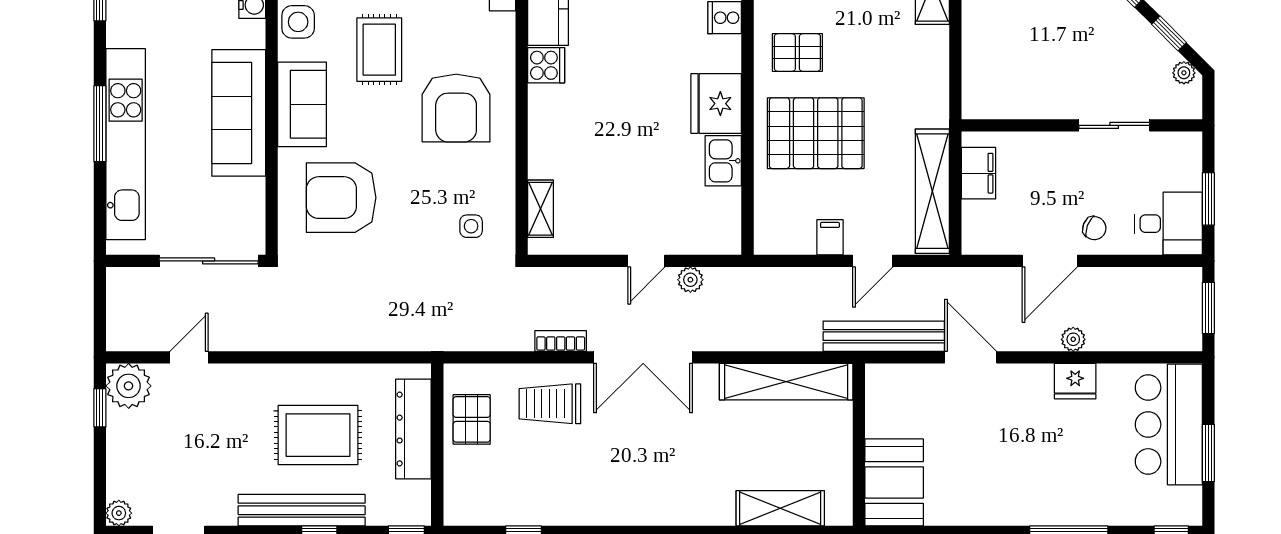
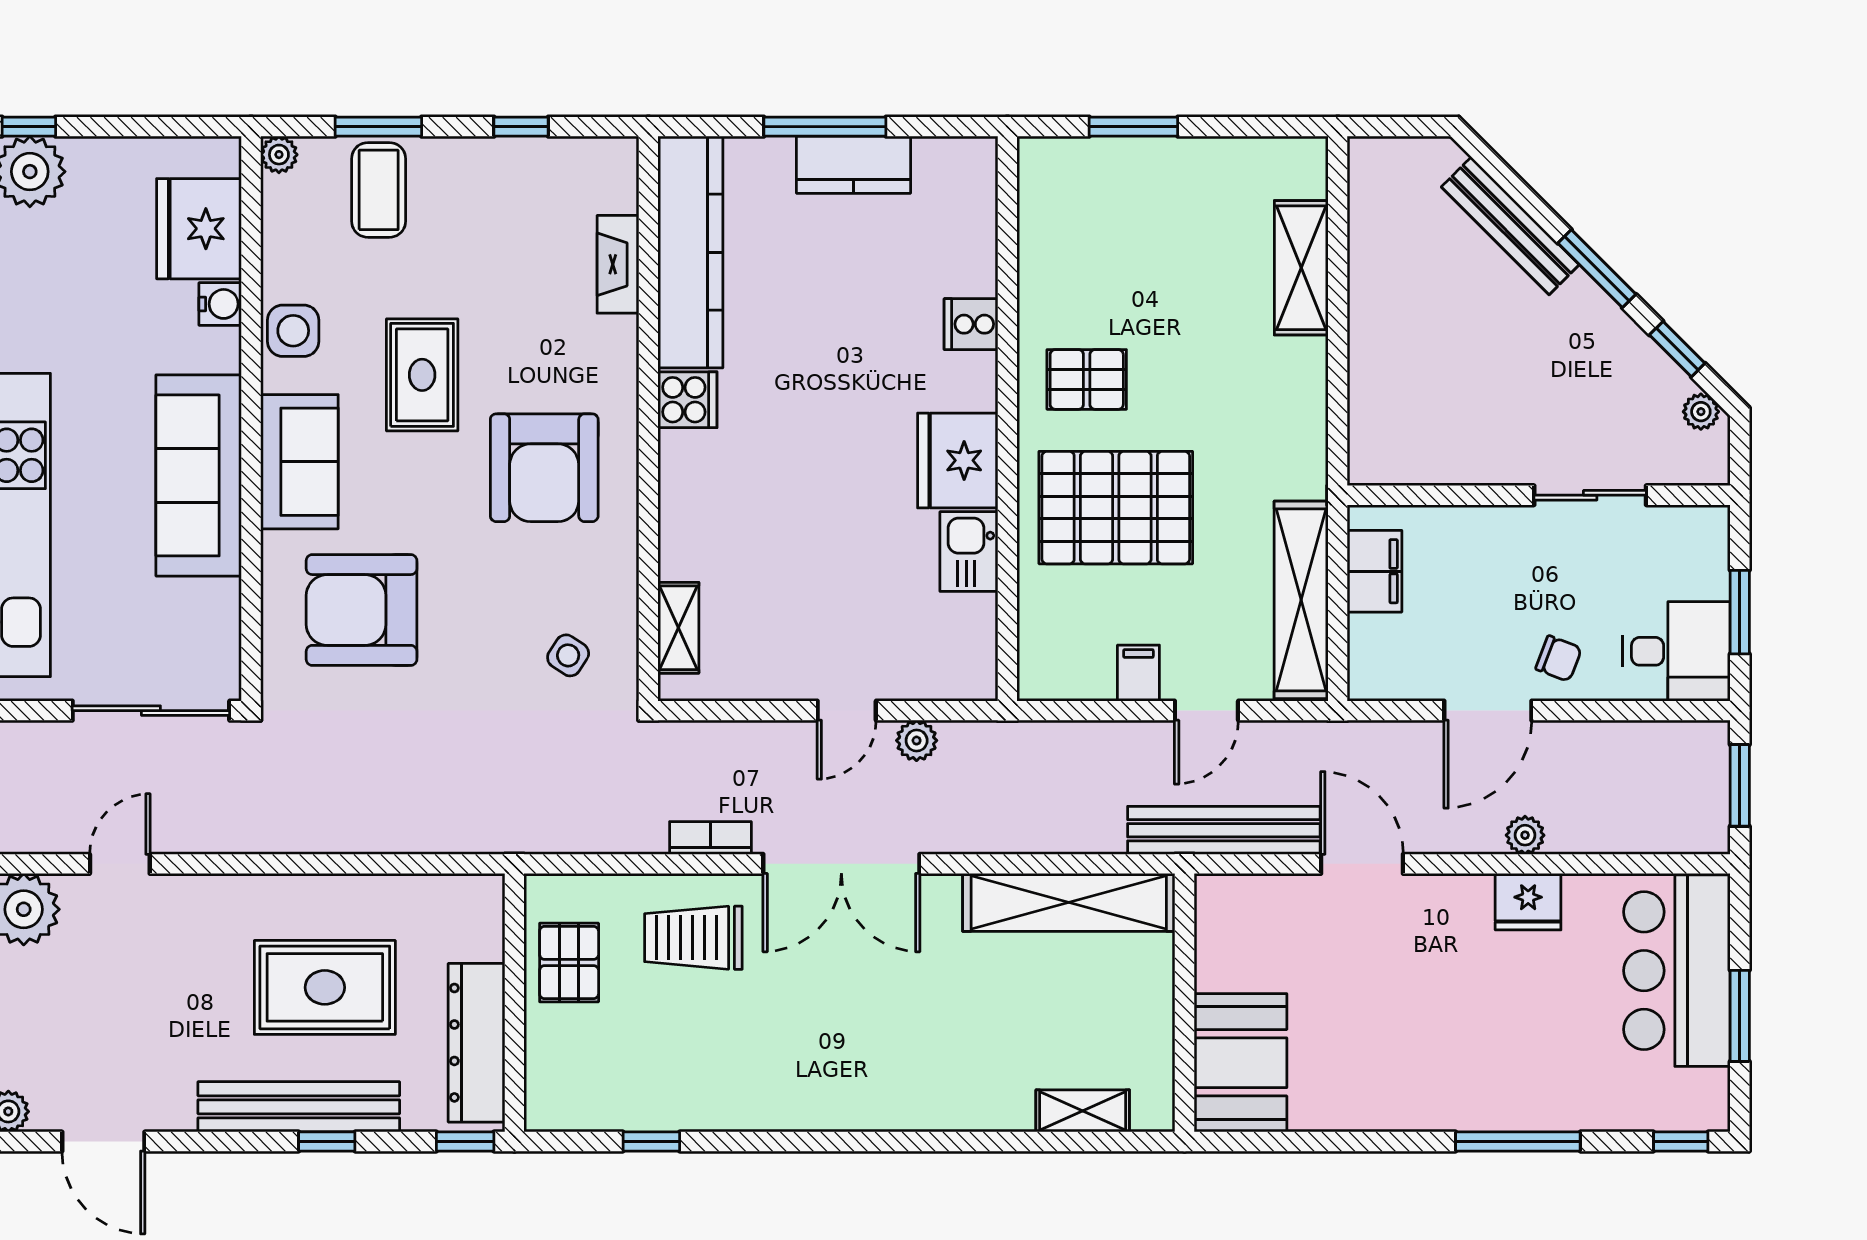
side table: (471, 226) -> (568, 655), turned 33
dresser: (413, 429) -> (476, 1043), moved
shelving: (780, 508) -> (1083, 1111), width x0.67, depth x0.75

